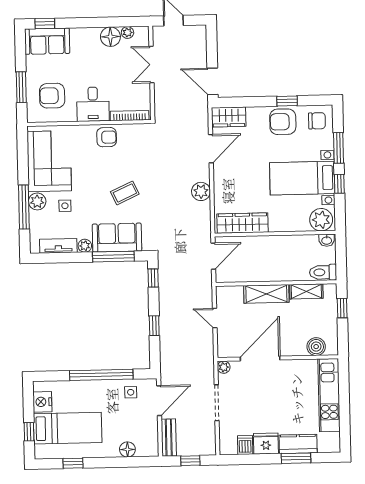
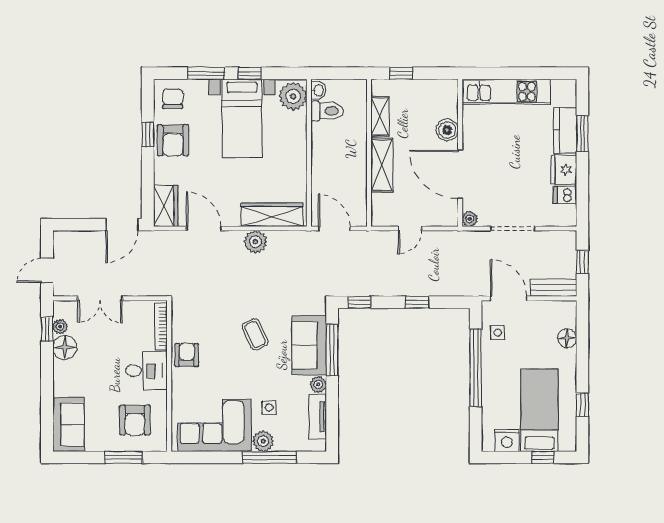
window: (45, 24) -> (47, 329), moved
wardrobe: (242, 223) -> (272, 215), moved, turned 90
toilet: (323, 272) -> (327, 111), moved, turned -90
boiler: (316, 347) -> (447, 130), moved

